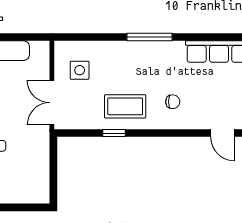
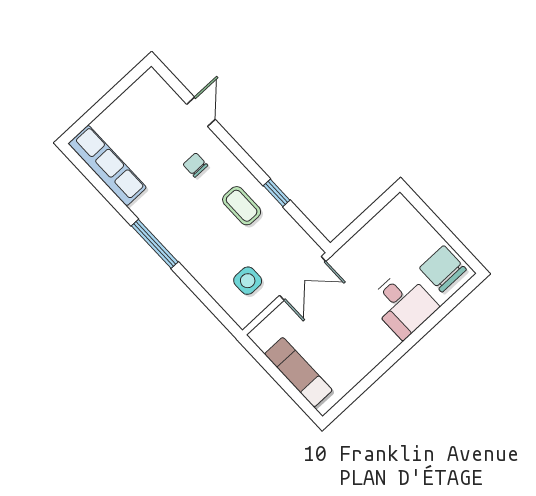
coffee table: (125, 106) -> (242, 206), width x0.73, depth x0.77
door: (223, 133) -> (201, 112), moved

